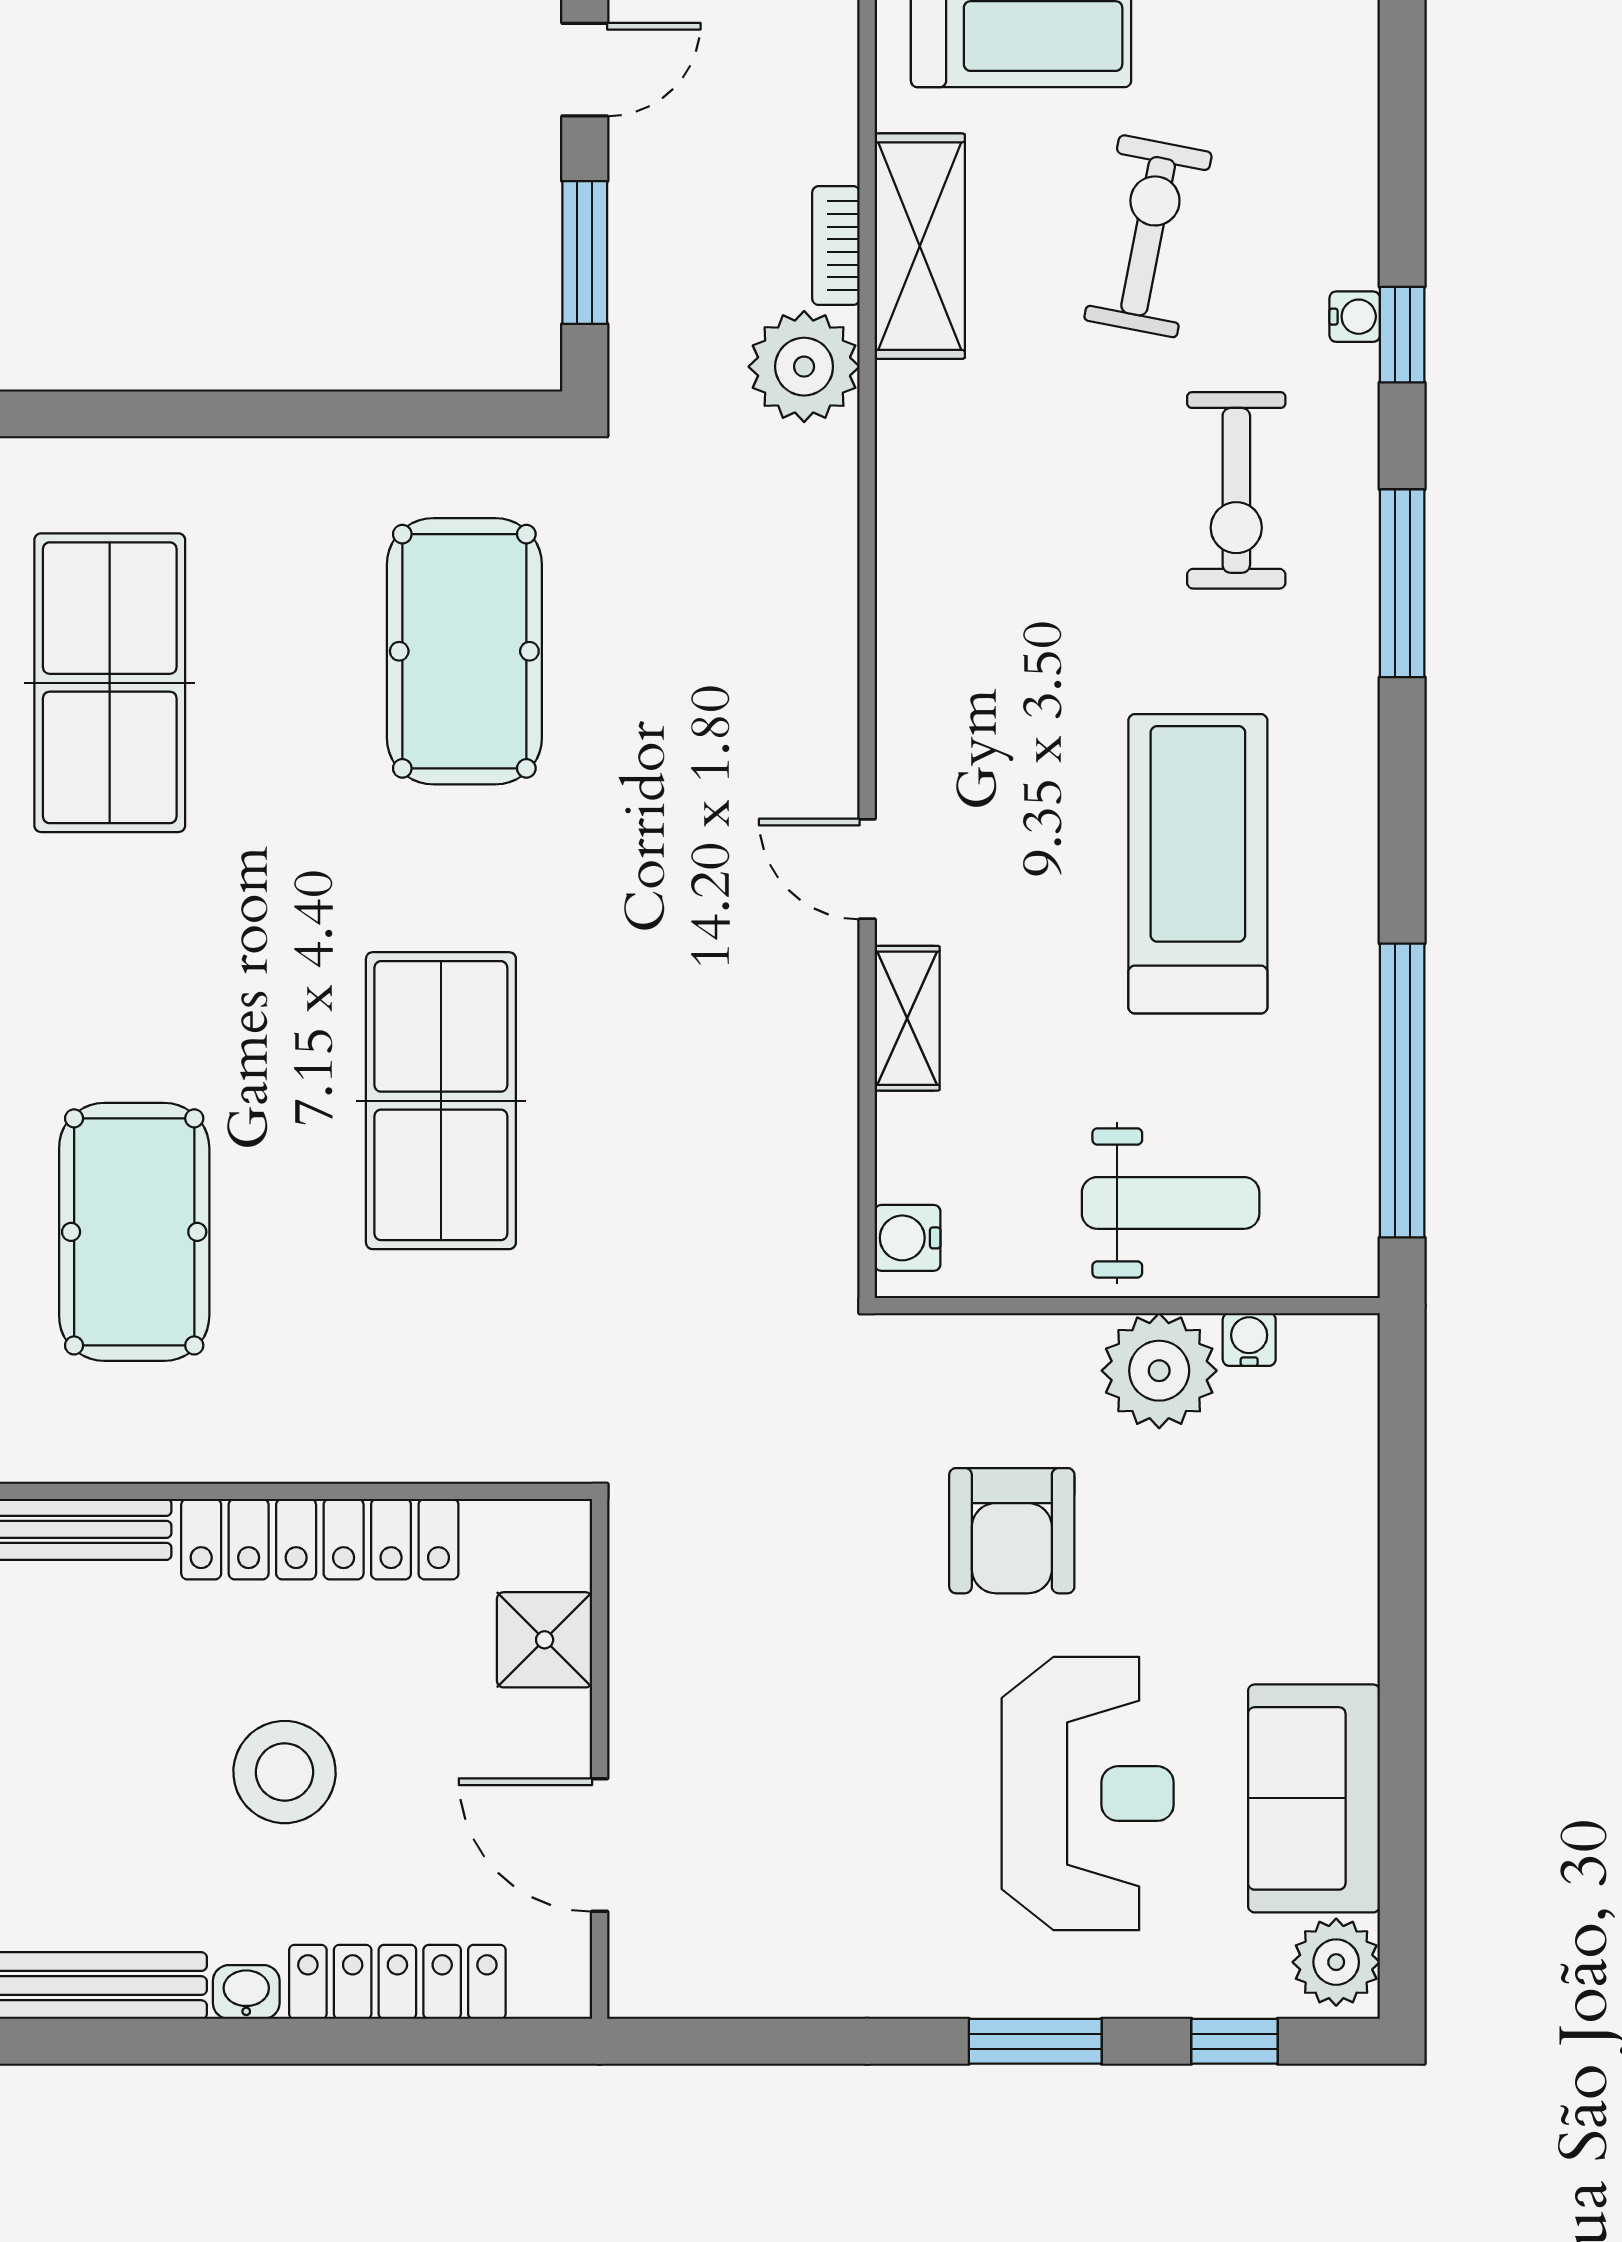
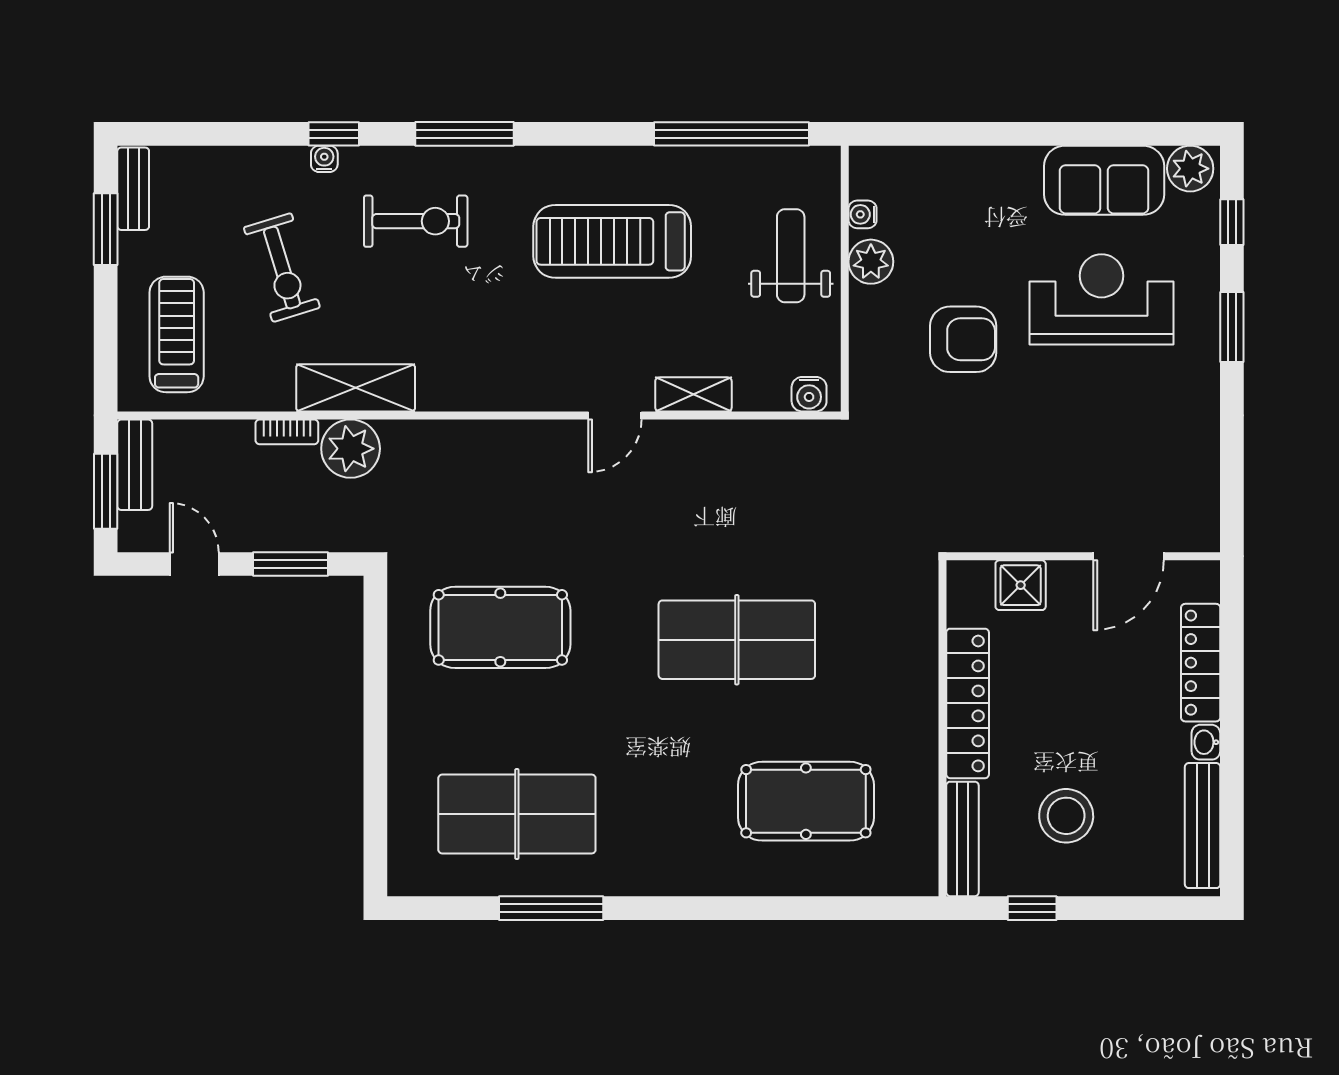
exercise bike: (1148, 236) -> (282, 268), turned -118
shelving: (920, 246) -> (356, 388), moved
plant: (1159, 1371) -> (871, 262), width x0.73, depth x0.73
stool: (285, 1772) -> (1066, 816), moved

